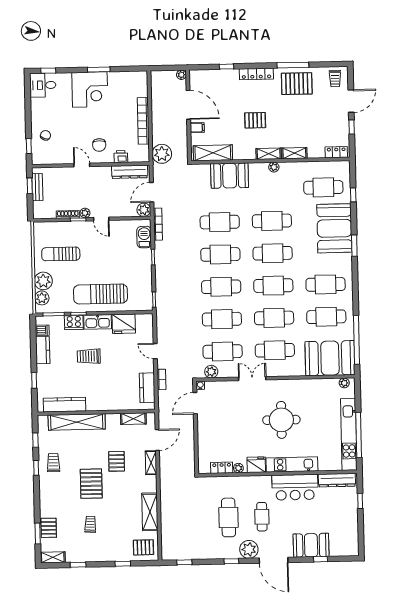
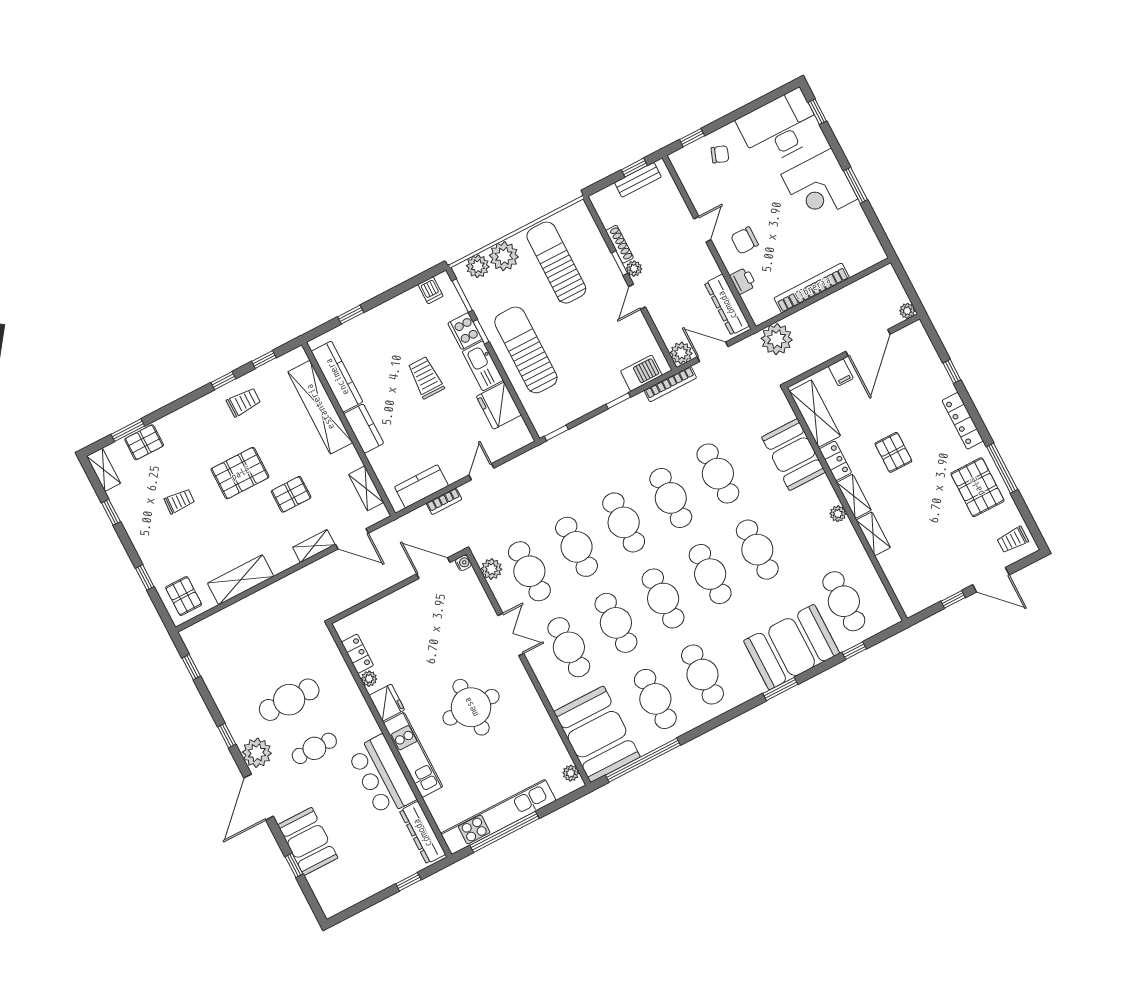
desk: (43, 85) -> (780, 128), width x1.87, depth x1.30
locker: (336, 152) -> (835, 461), moved
sun lounger: (61, 254) -> (556, 263), width x1.36, depth x1.34
kitchen counter: (43, 350) -> (364, 429), moved, turned -90

